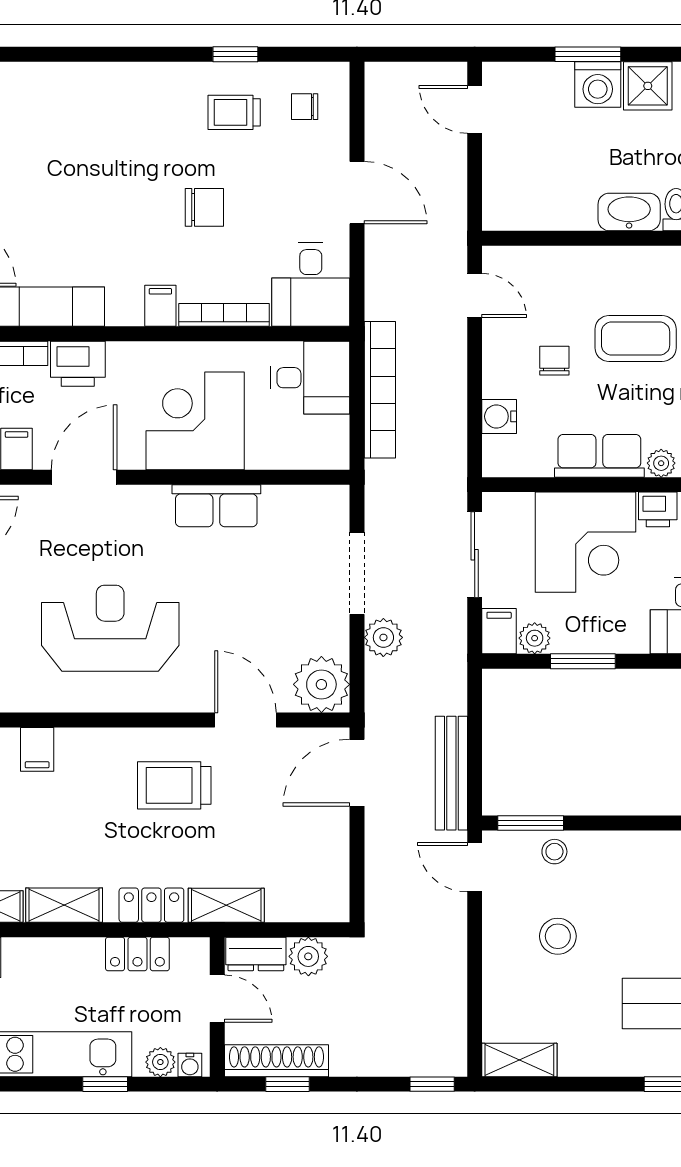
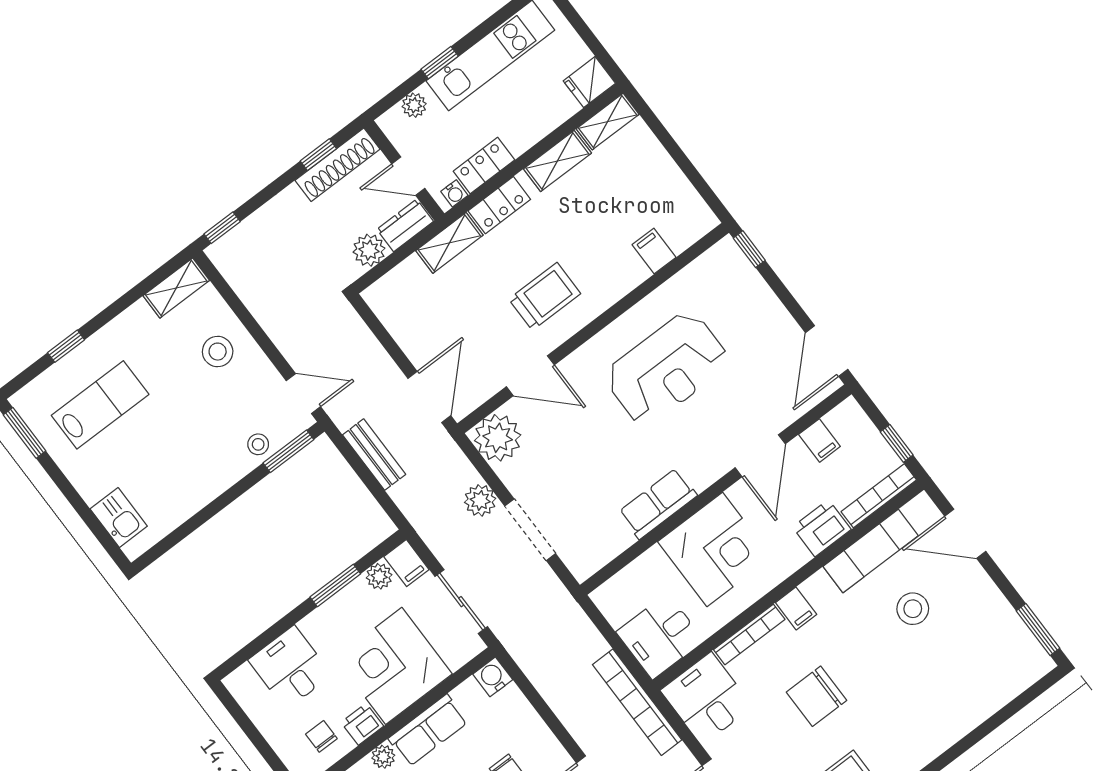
chair: (204, 207) -> (817, 696), width x1.37, depth x1.37
stool: (49, 221) -> (913, 609), added
bookcase: (380, 390) -> (637, 702), moved
water cooler: (499, 416) -> (493, 677), moved, turned -90
bench: (451, 773) -> (374, 455), width x0.73
stool: (558, 936) -> (218, 352), moved
water cooler: (190, 1065) -> (454, 193), moved, turned 180

